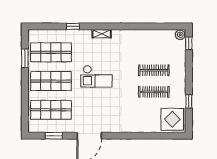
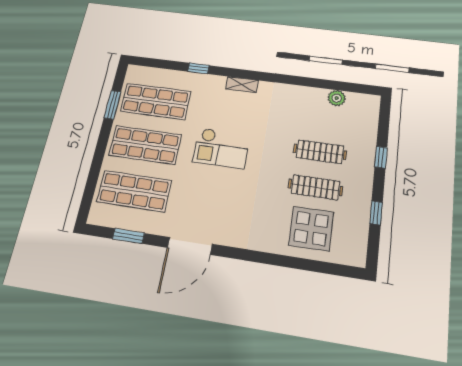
plant: (180, 35) -> (337, 98), moved
window: (189, 43) -> (381, 157), moved
display table: (172, 119) -> (311, 229), moved

